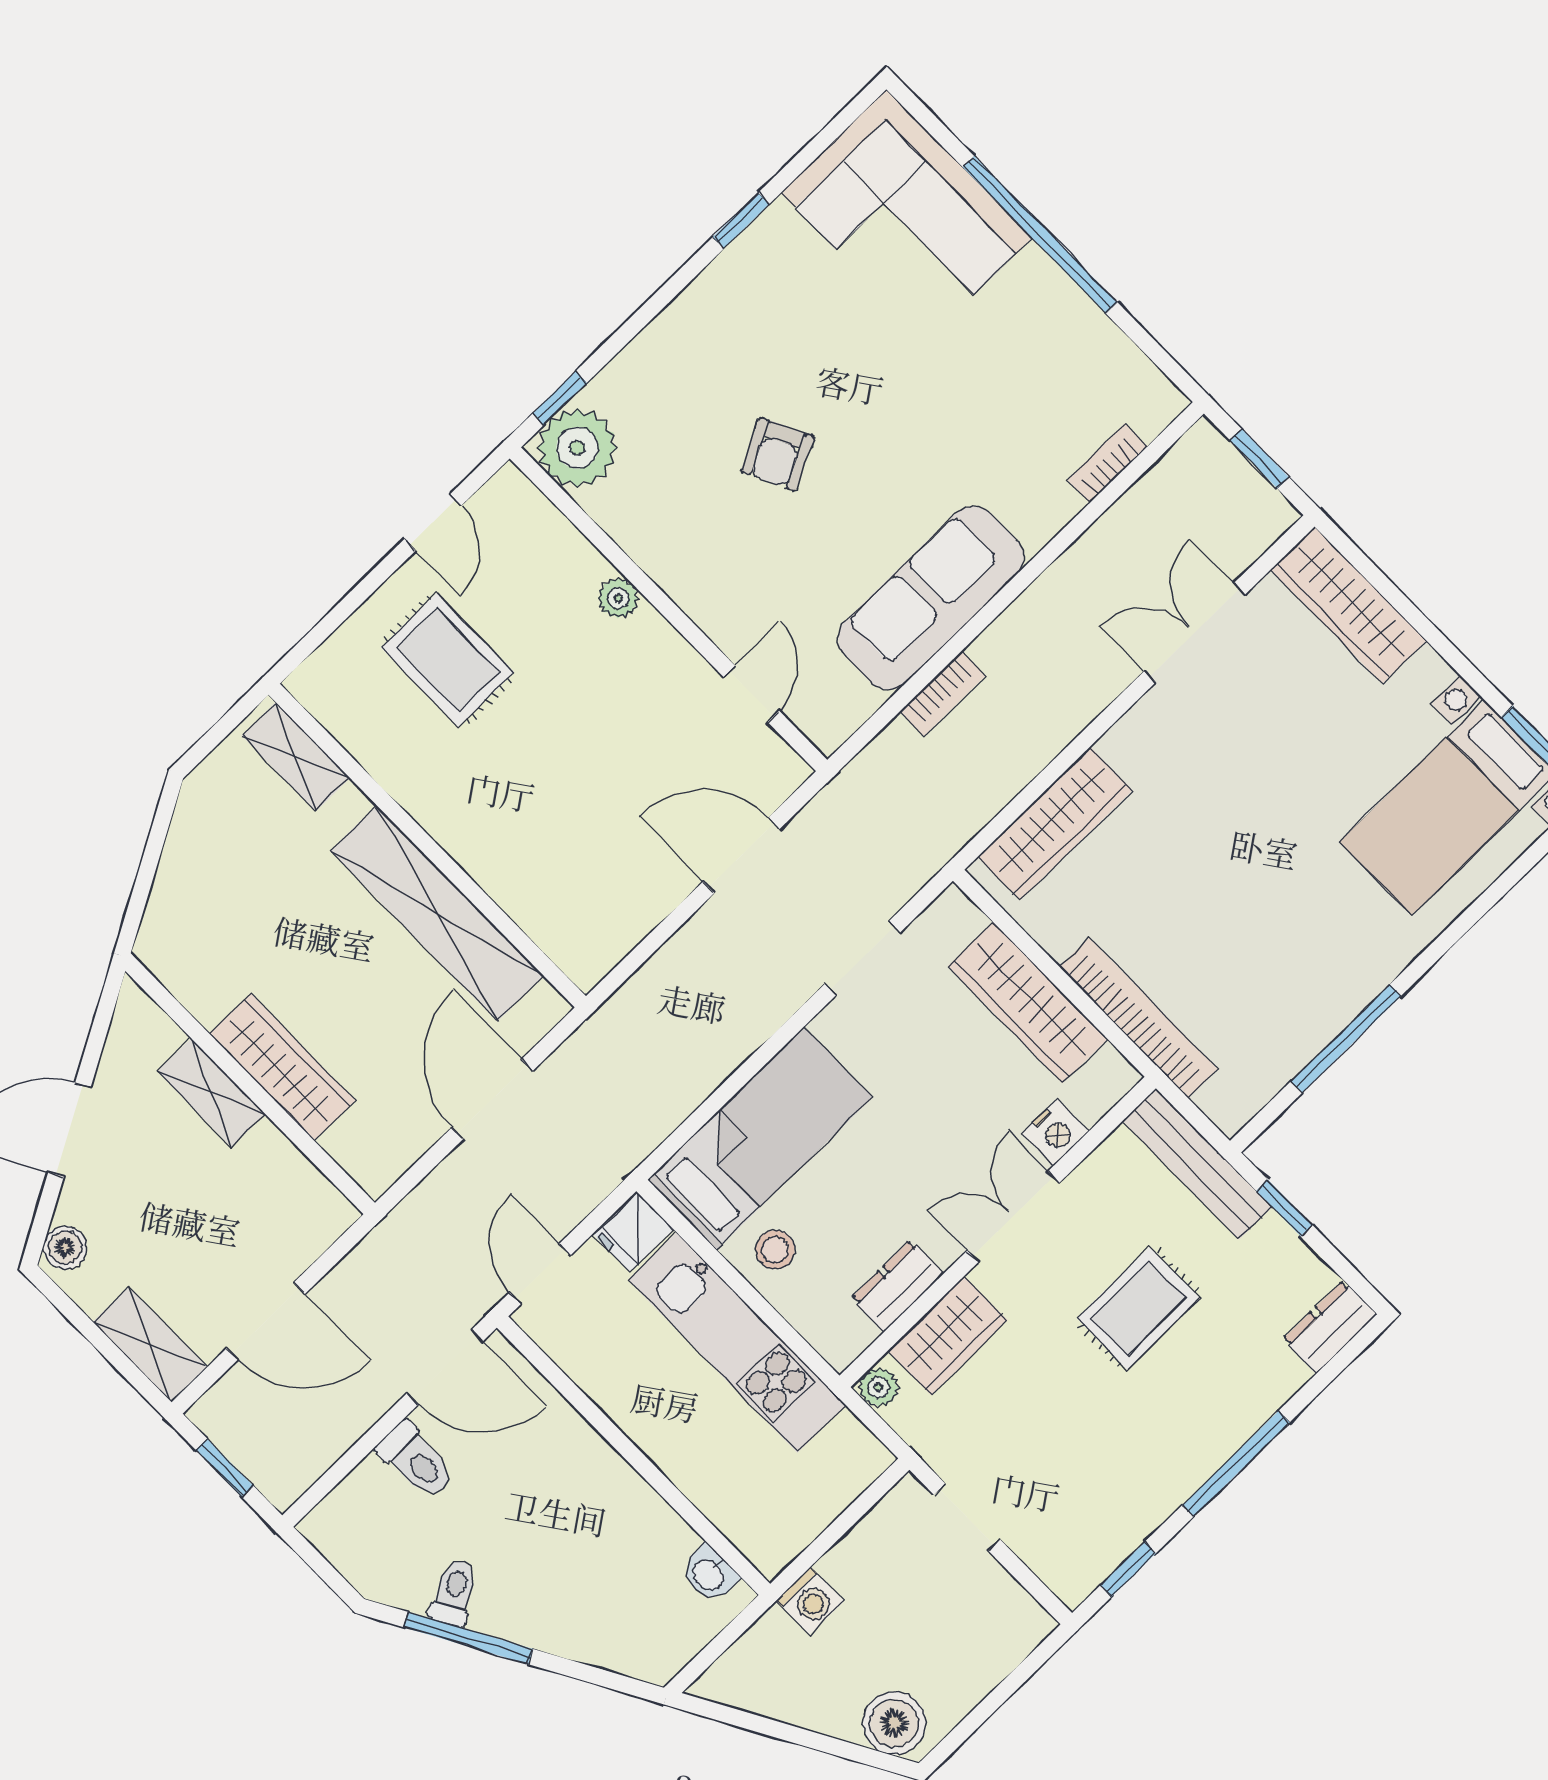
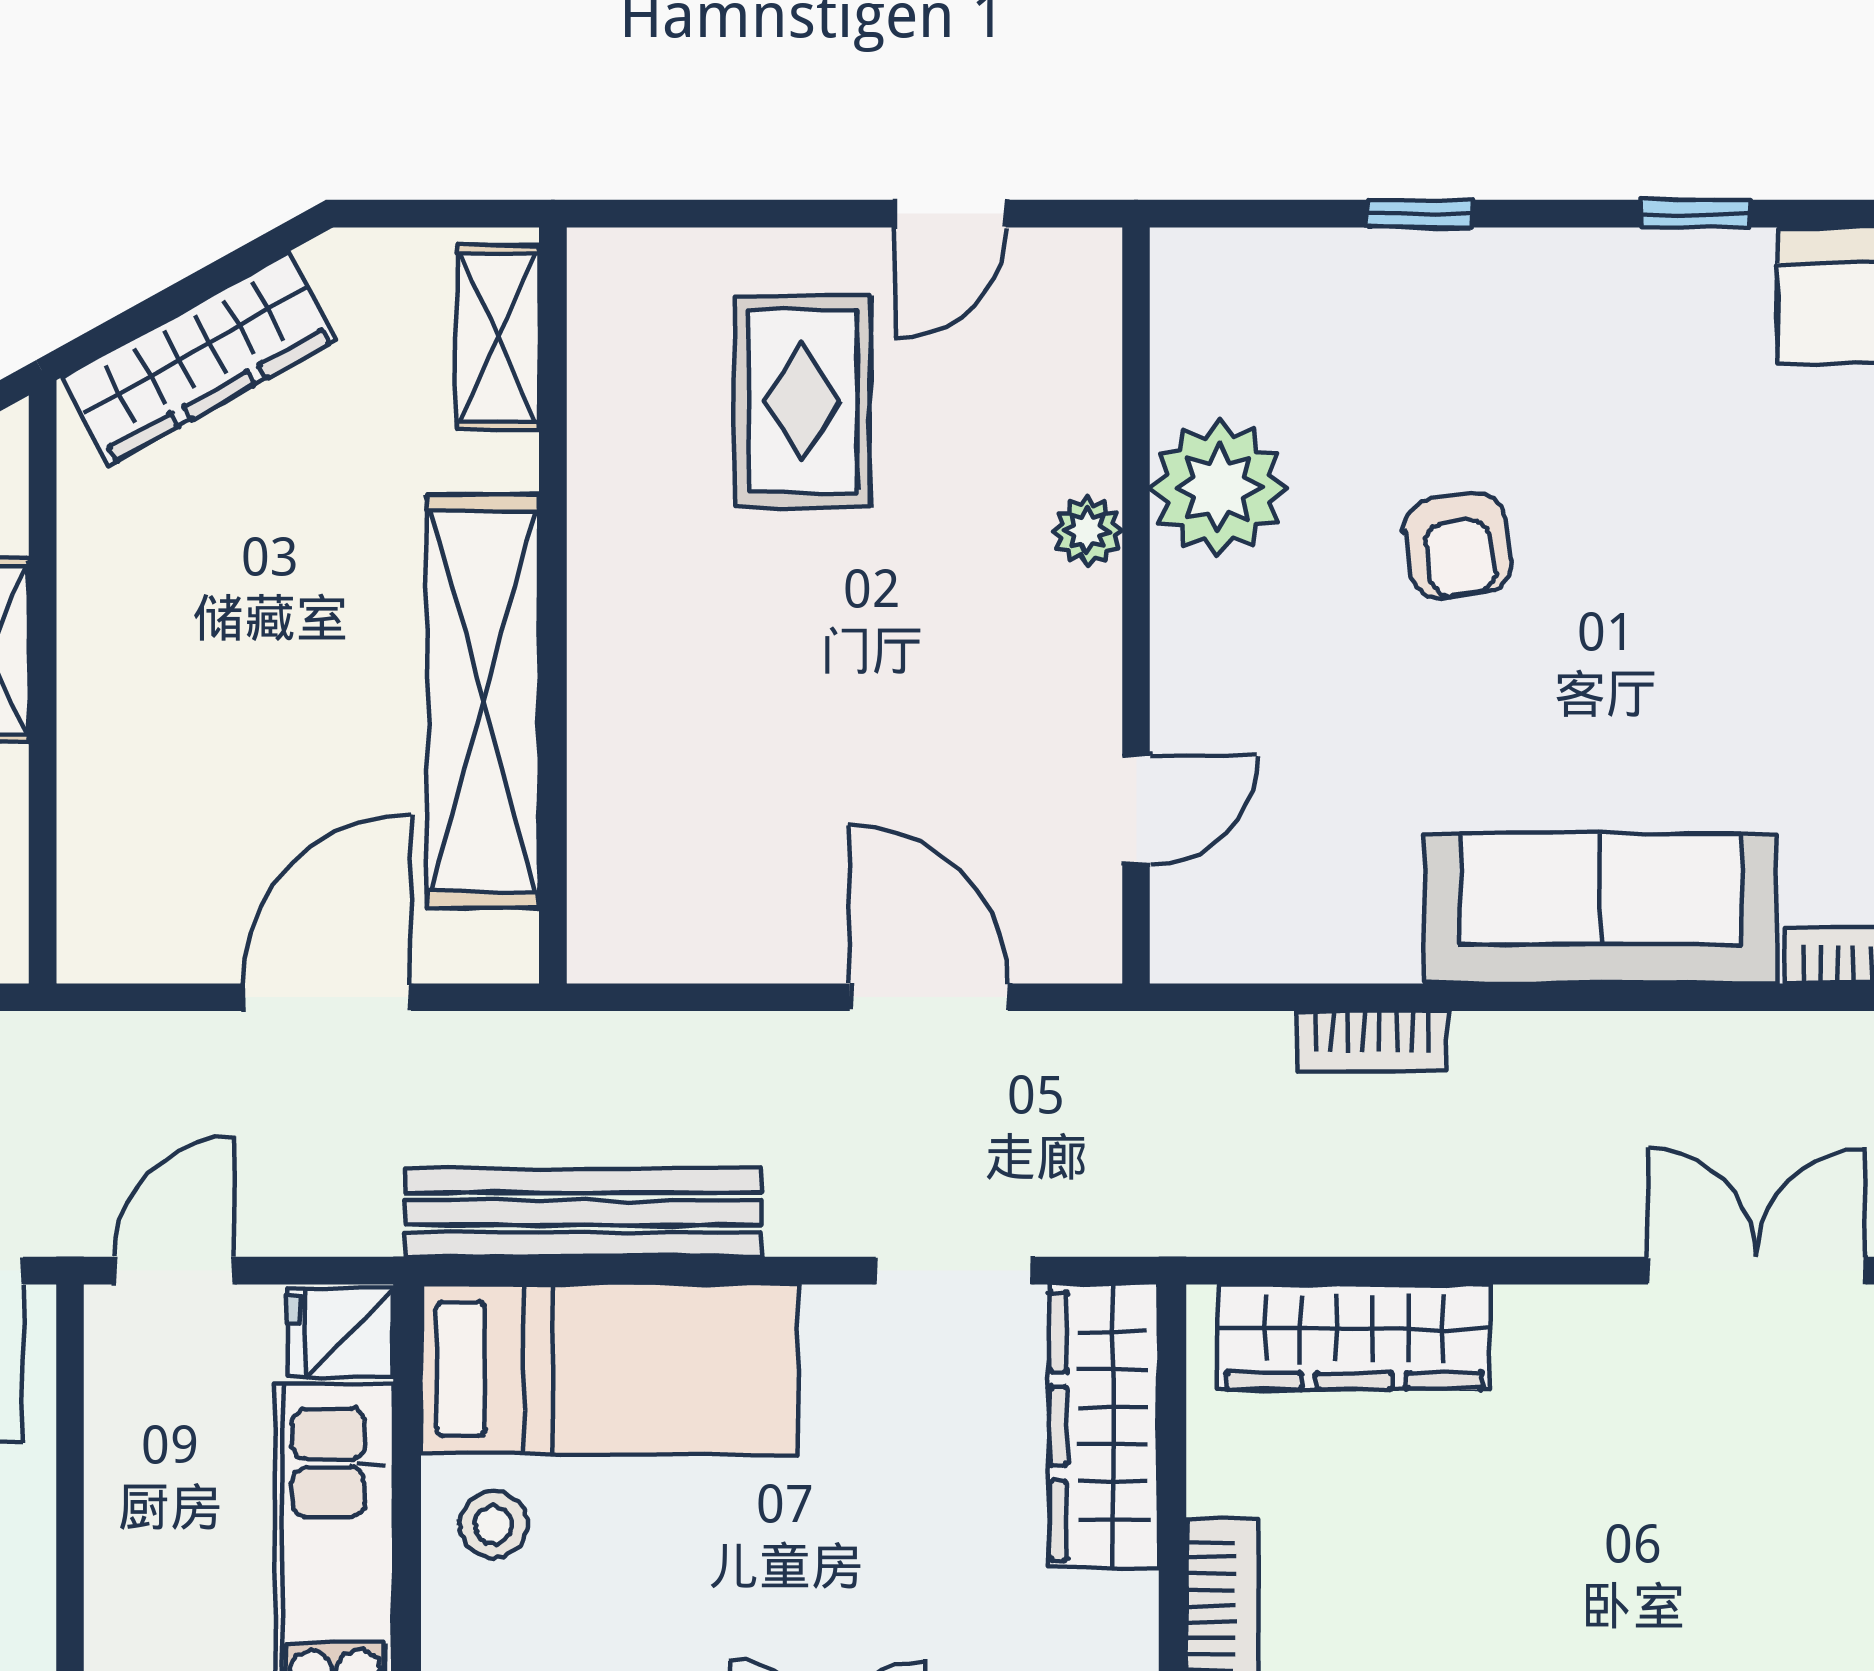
window: (560, 398) -> (1419, 214), moved
plant: (577, 448) -> (1218, 488), moved
armchair: (778, 454) -> (1458, 546), turned -73
sofa: (931, 598) -> (1600, 909), moved
wardrobe: (1028, 1003) -> (1104, 1426), moved
wardrobe: (282, 1067) -> (198, 359), moved, turned 61
bench: (686, 1084) -> (584, 1213), added

